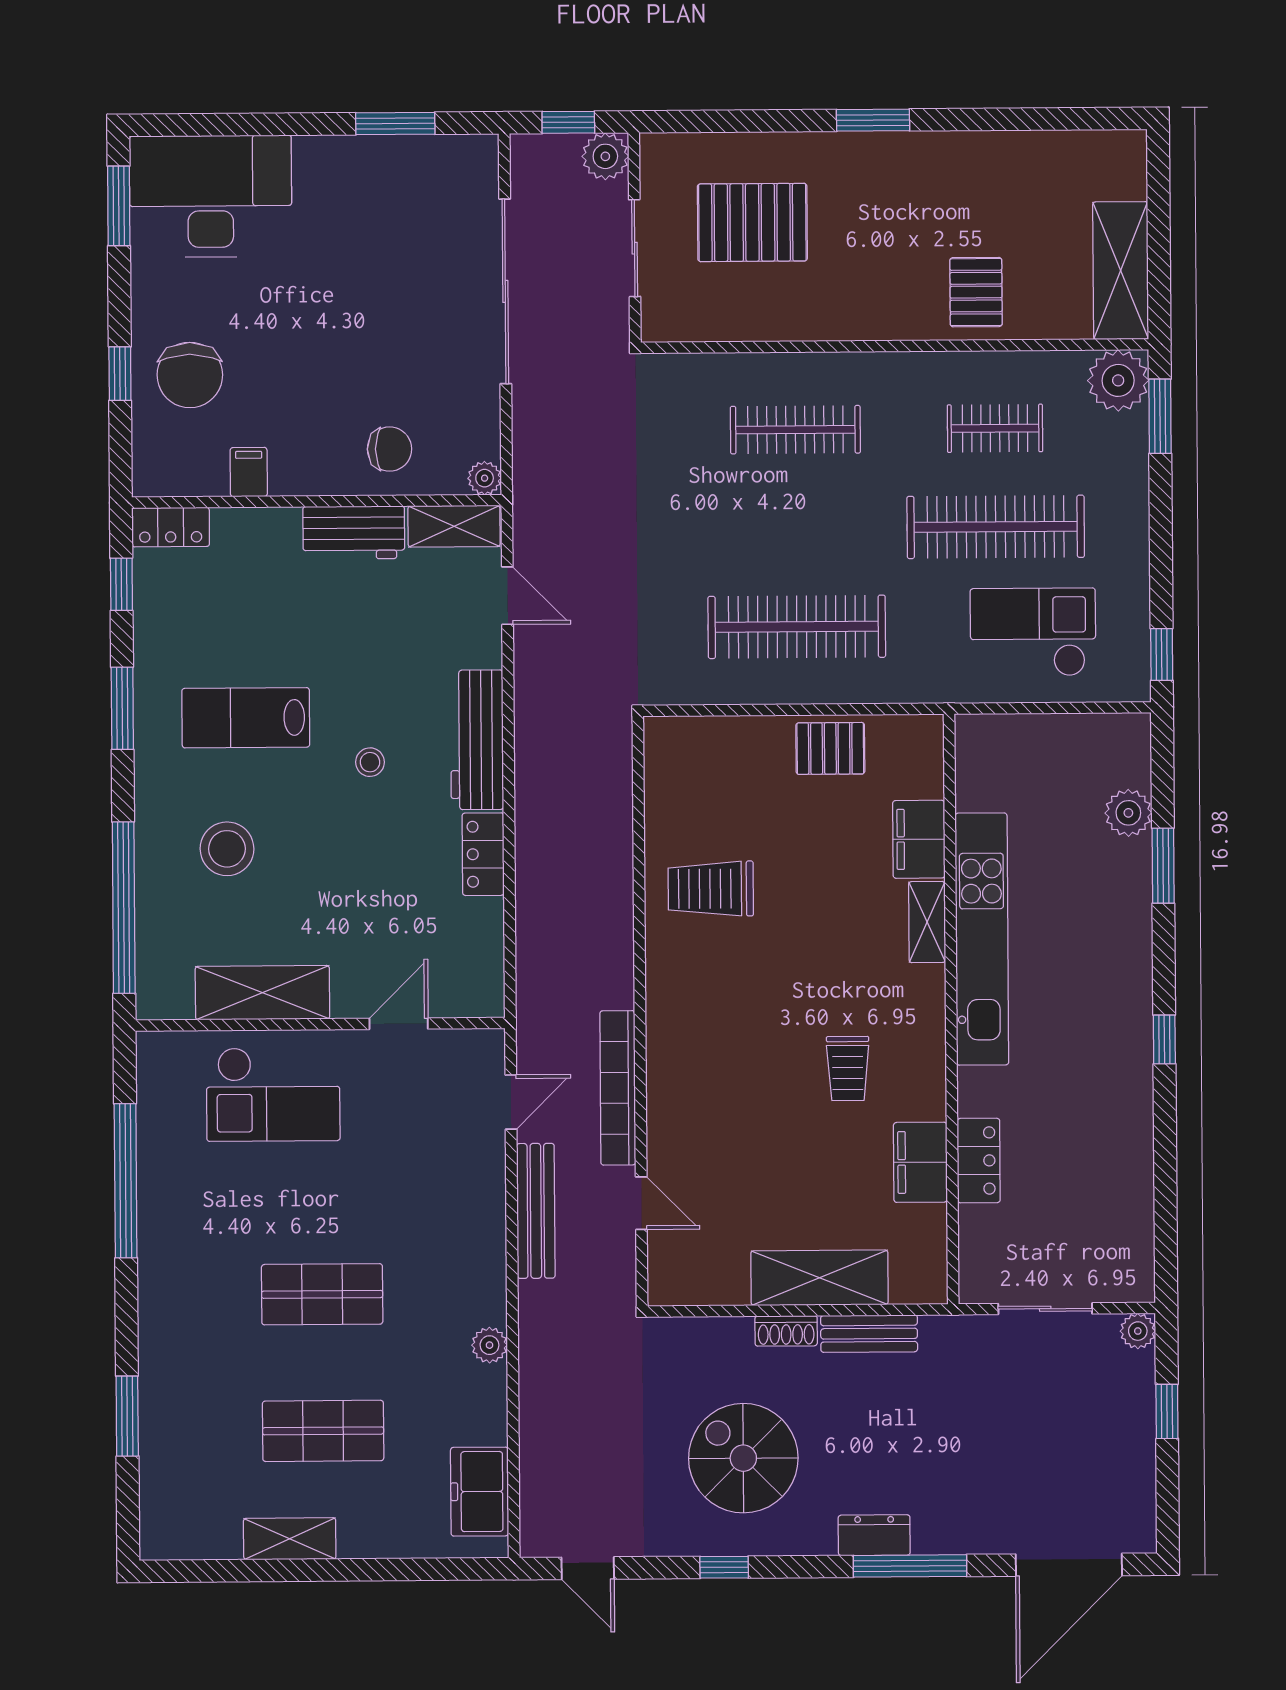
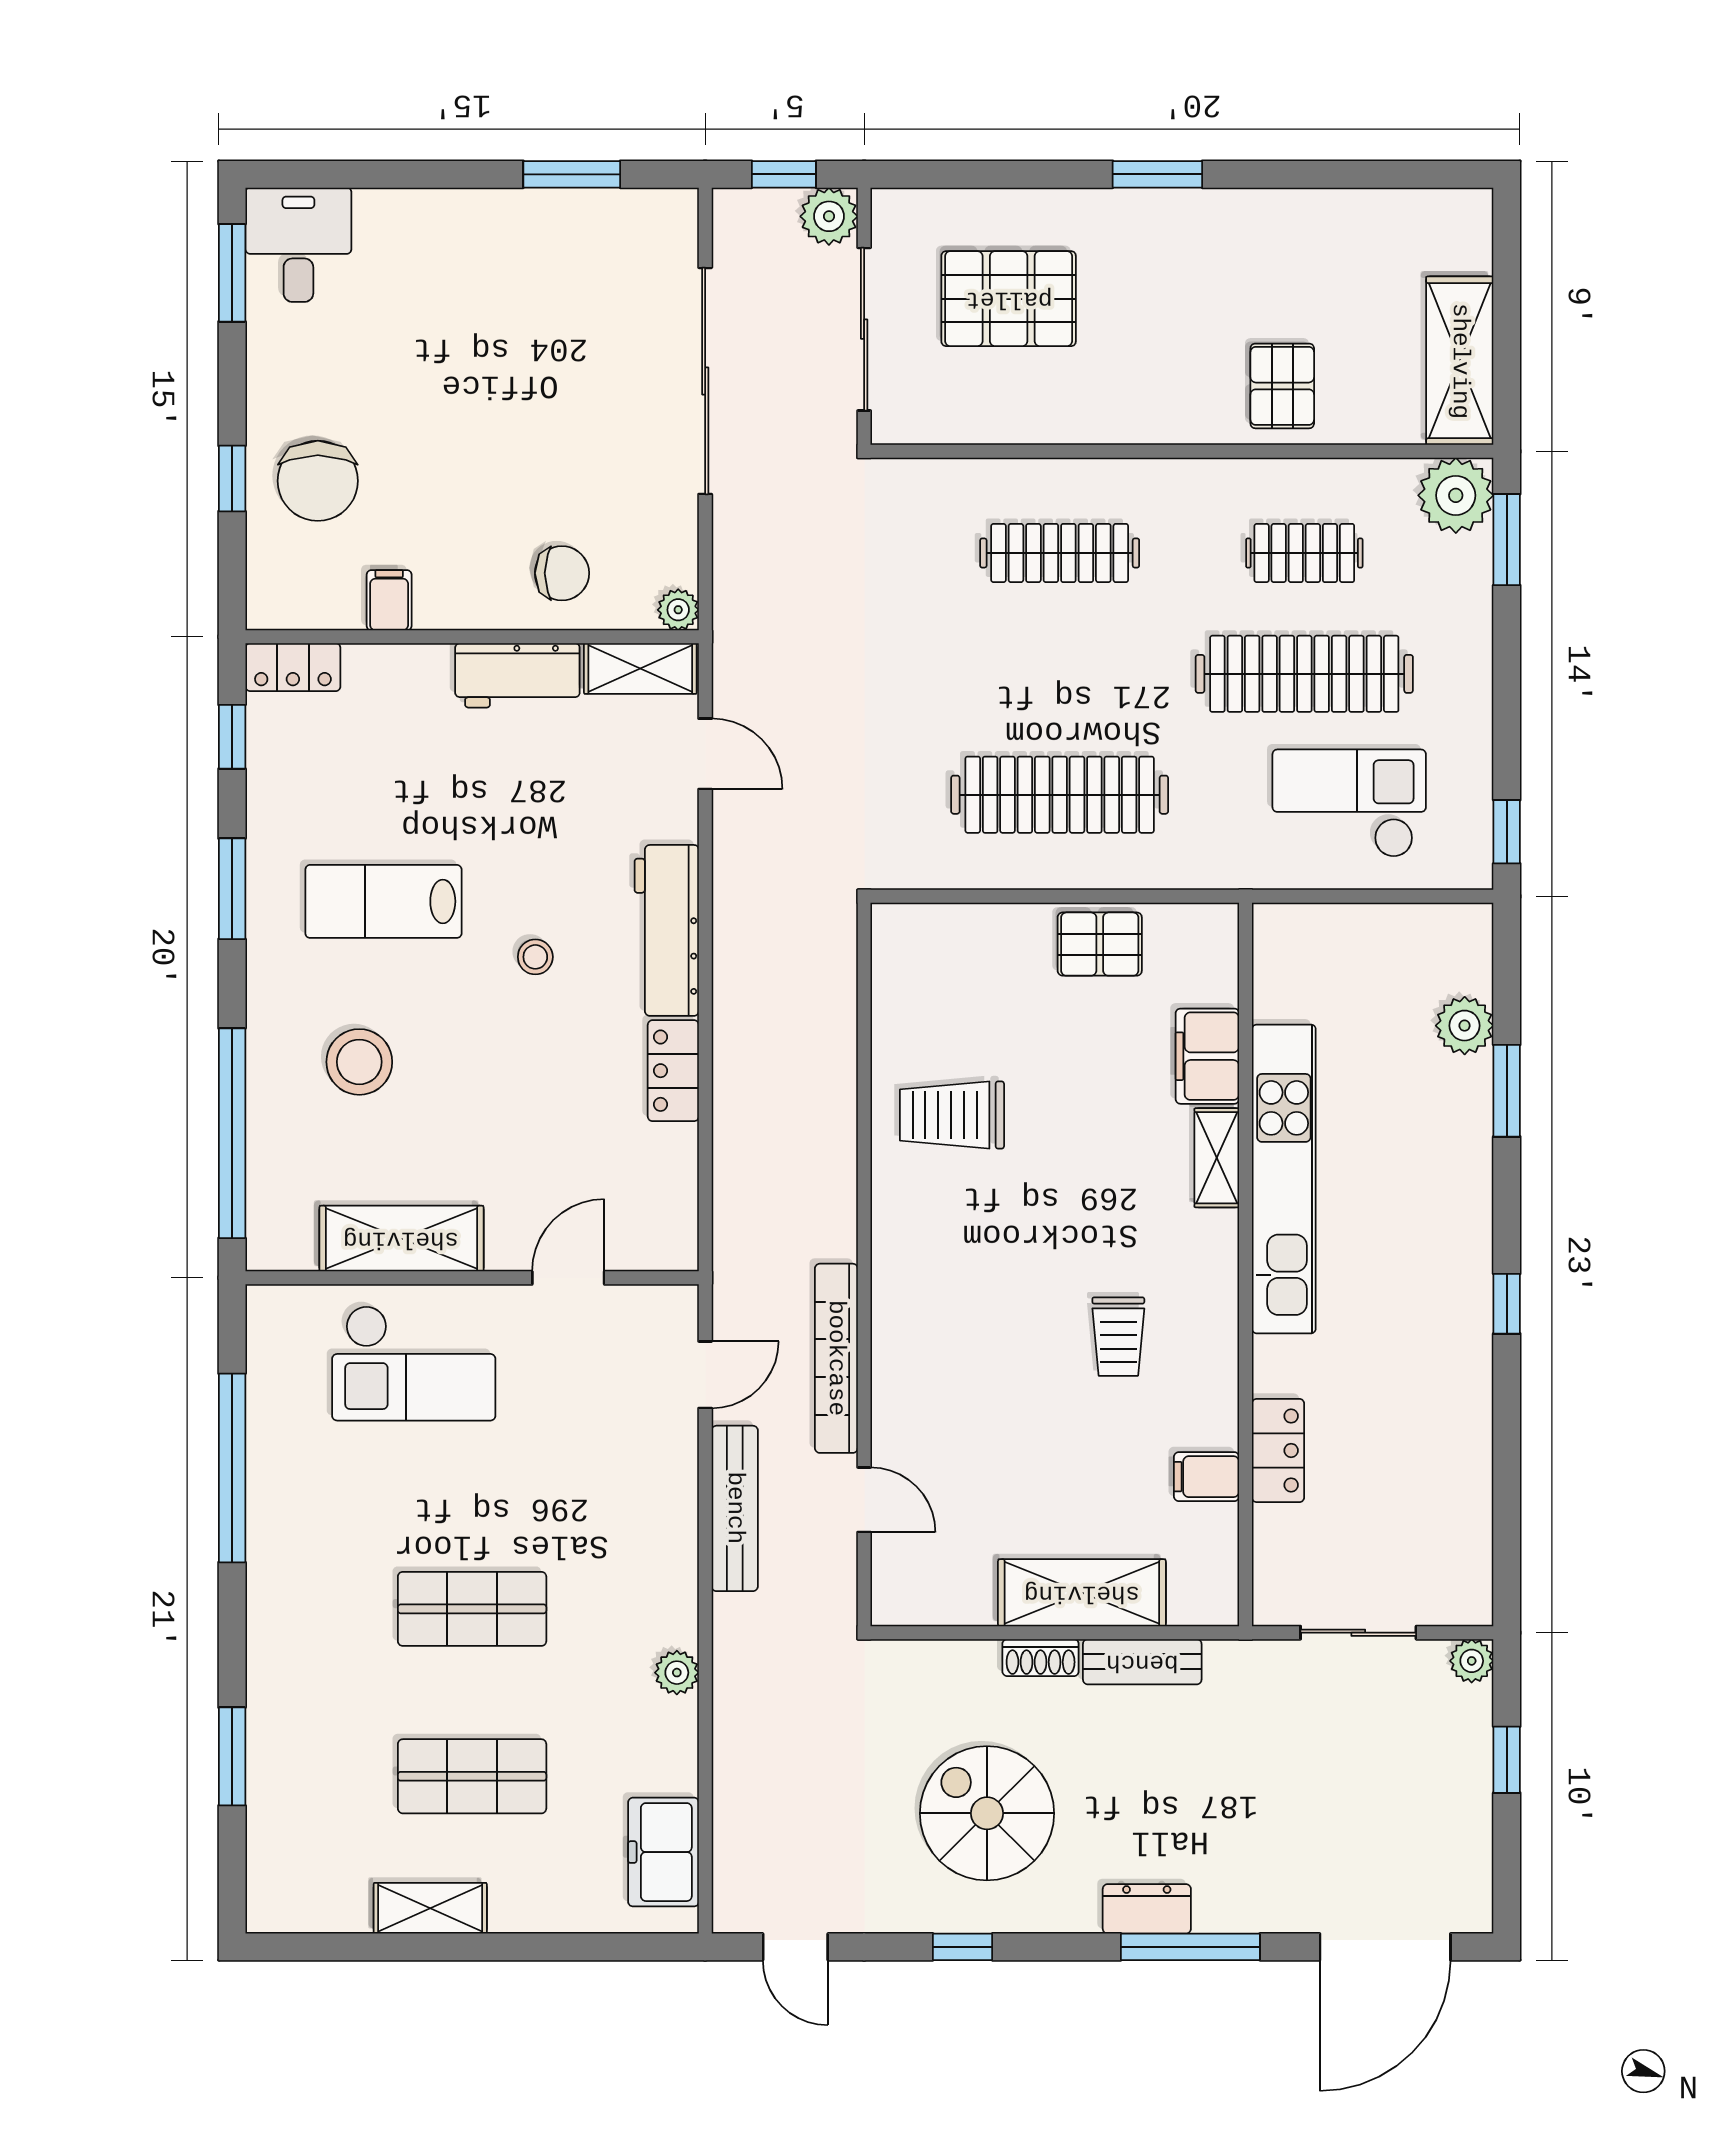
desk: (211, 196) -> (298, 245), width x0.53, depth x0.77
sliding door: (635, 248) -> (864, 329), width x1.37
filing cabinet: (920, 1162) -> (1207, 1477), width x0.50

